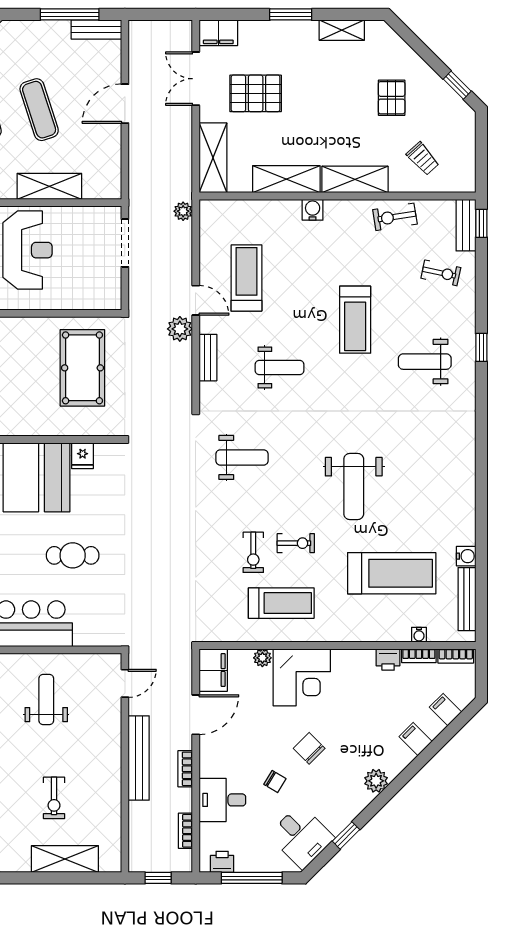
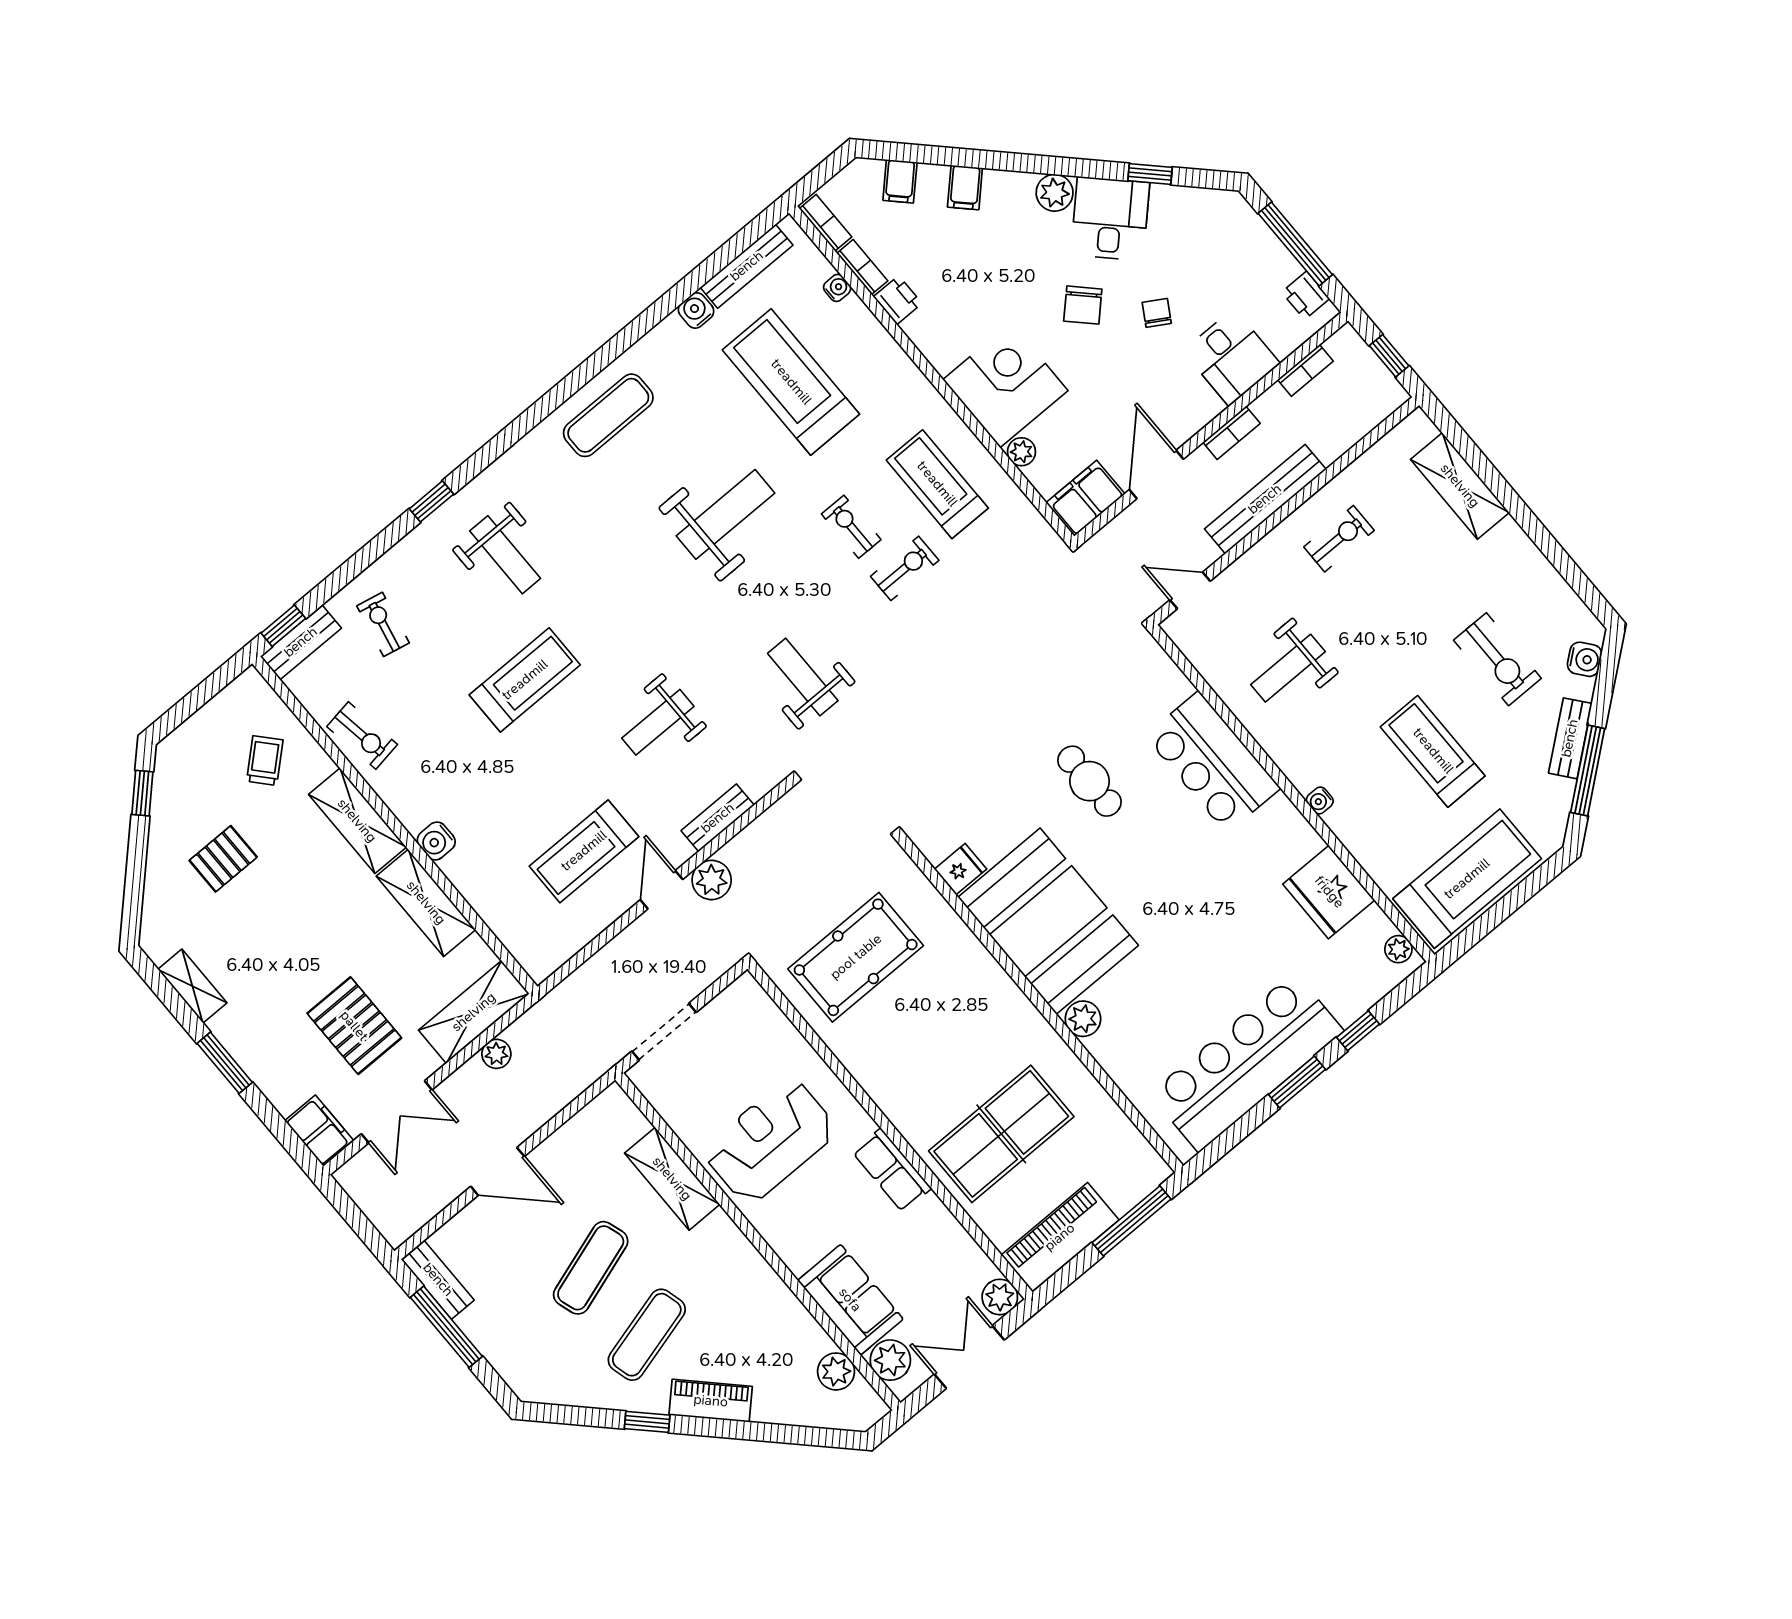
plant: (183, 211) -> (496, 1054), moved
weight bench: (279, 368) -> (658, 722), turned -90
exercise mat: (451, 470) -> (608, 415), added
door: (196, 715) -> (1156, 474), hinge flipped
exercise bike: (54, 798) -> (1339, 539), moved
desk: (301, 837) -> (1110, 219), moved

